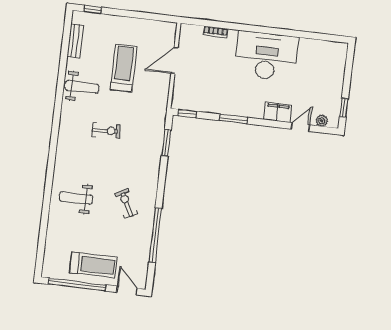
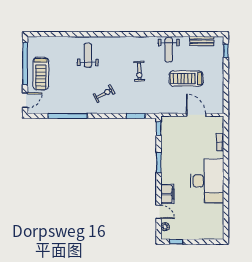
treadmill: (124, 68) -> (186, 79), turned 180
exercise bike: (126, 204) -> (104, 94), moved

